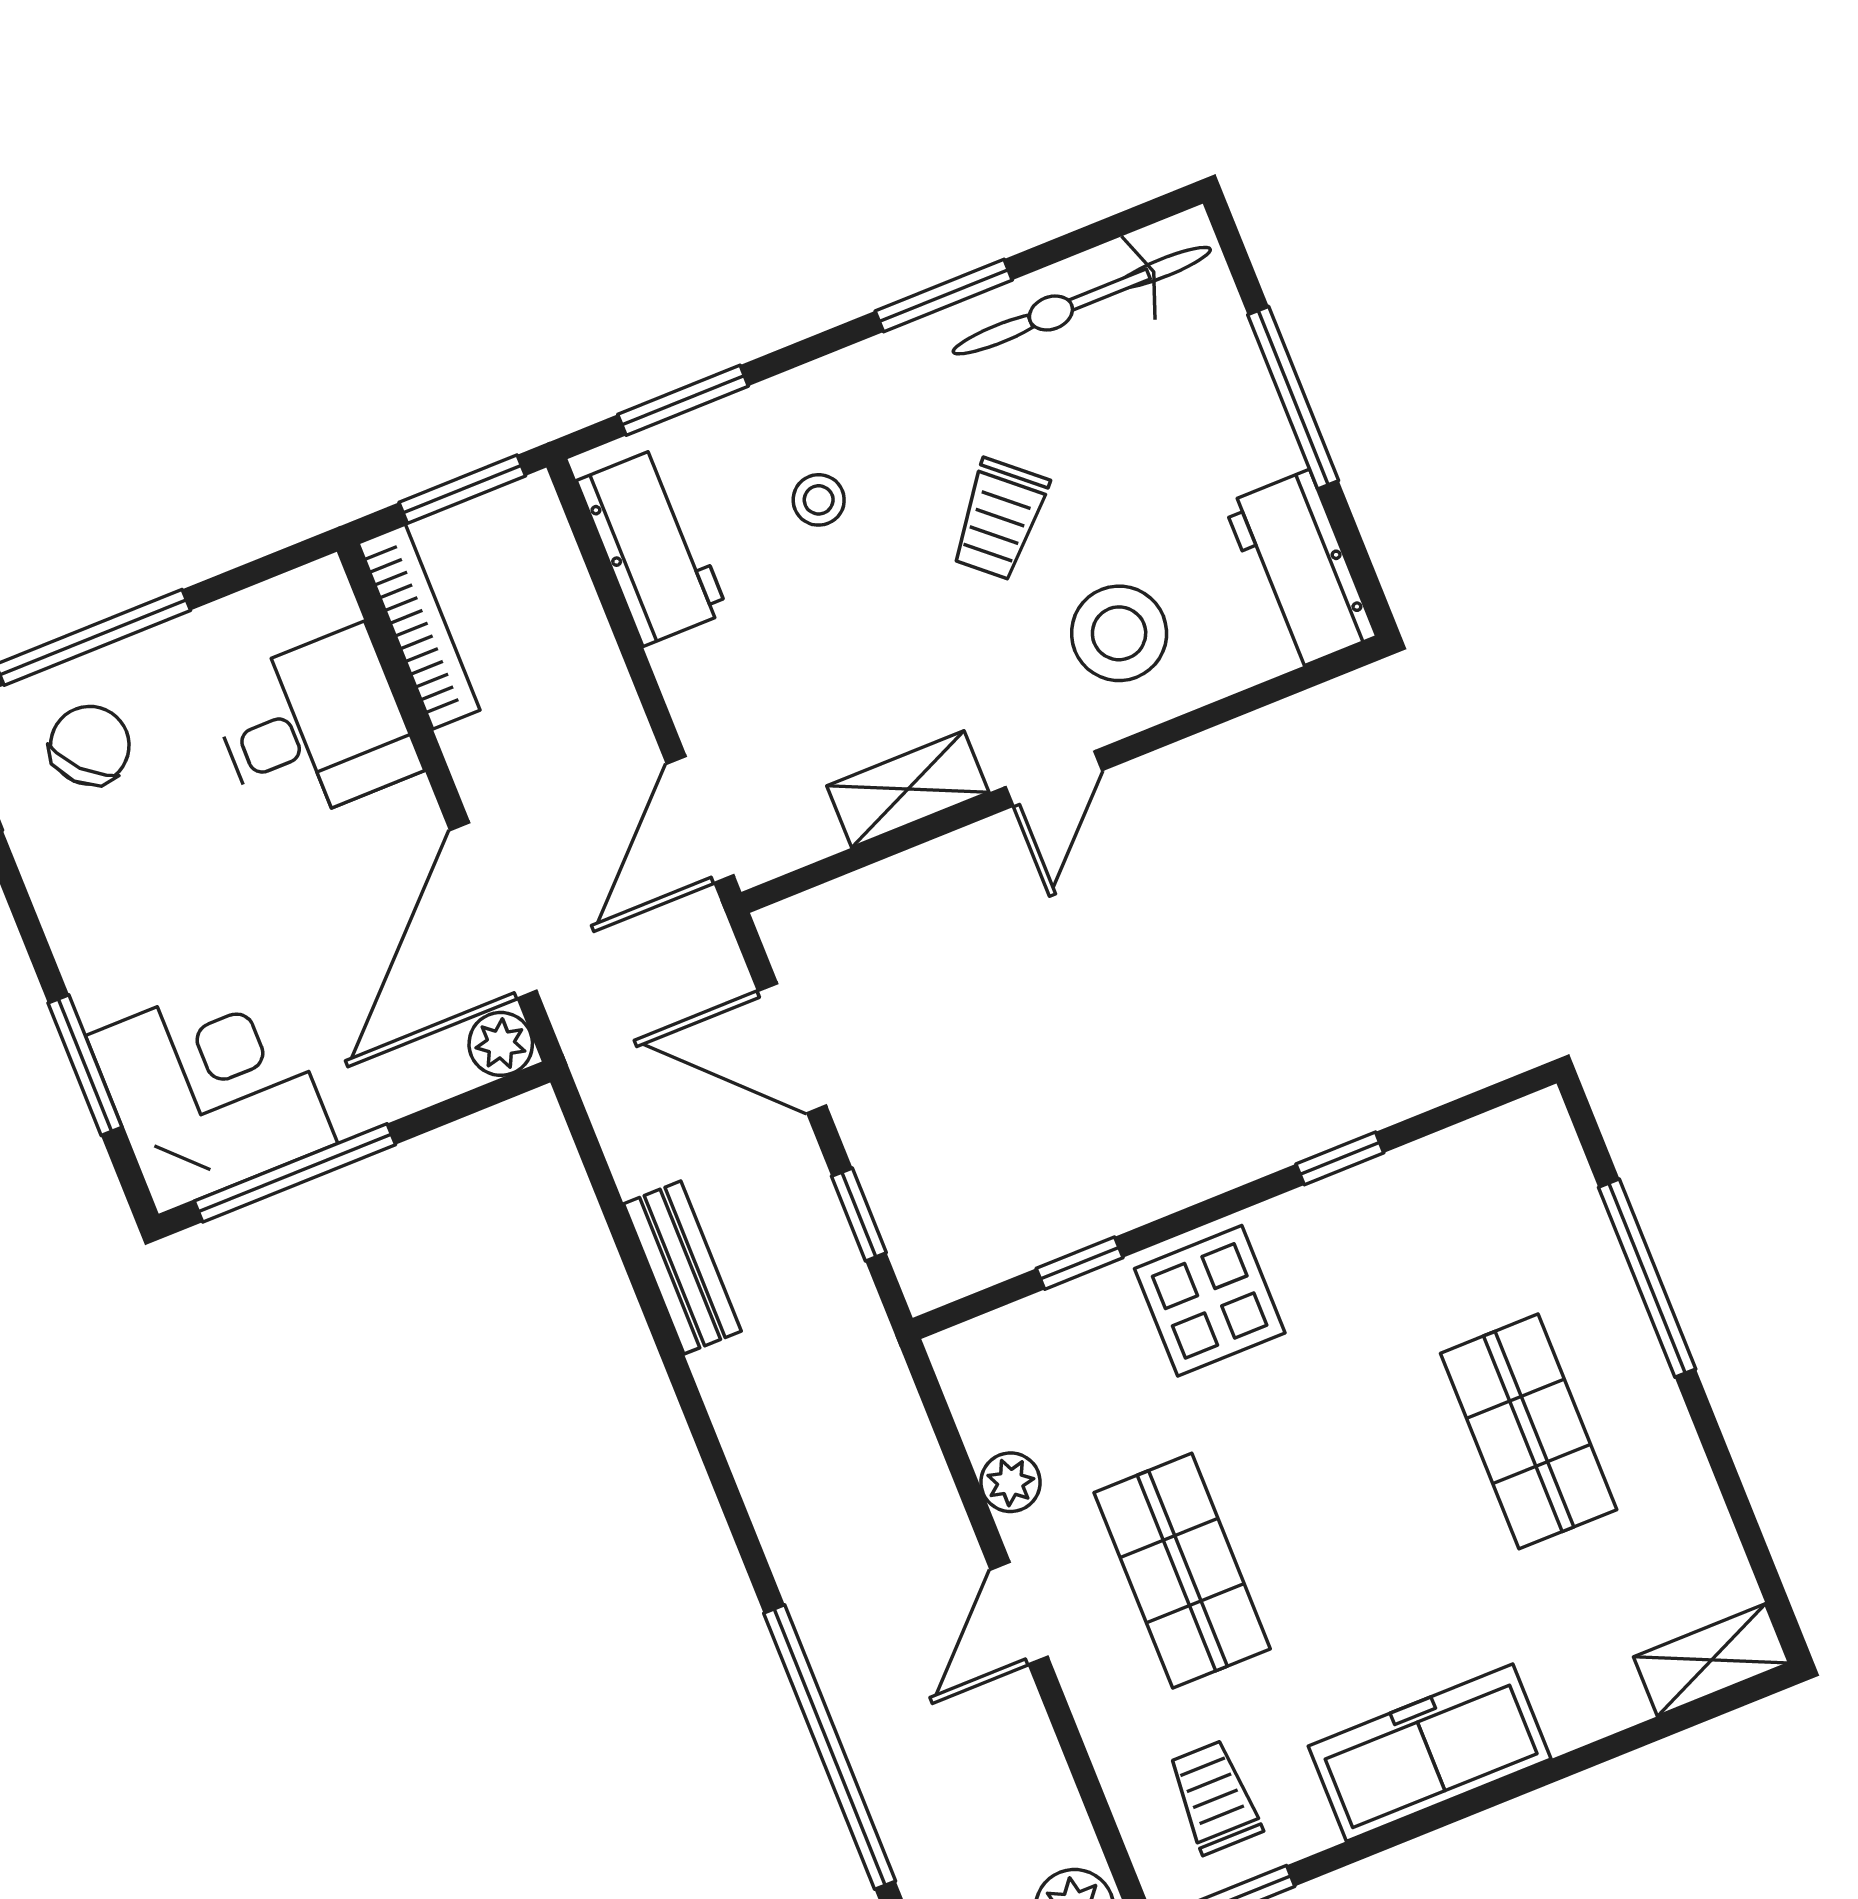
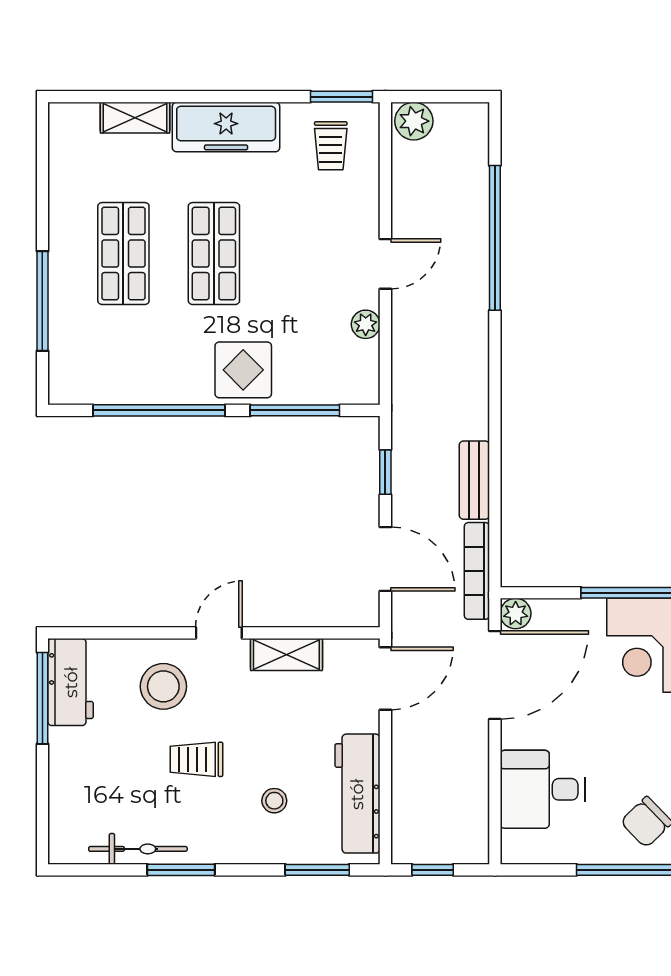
bicycle: (1082, 301) -> (138, 849), width x0.73, depth x0.71
window: (1293, 398) -> (42, 698), moved
window: (462, 489) -> (433, 870), width x0.67
trolley: (999, 519) -> (196, 759), turned -131
workbench: (652, 546) -> (357, 794), width x1.37
bookcase: (419, 627) -> (477, 571), moved
window: (1340, 1158) -> (159, 410), width x3.17
window: (1080, 1263) -> (295, 410), width x2.17
shop shelf: (1182, 1571) -> (214, 254), moved
shelving: (1712, 1660) -> (135, 118), moved

